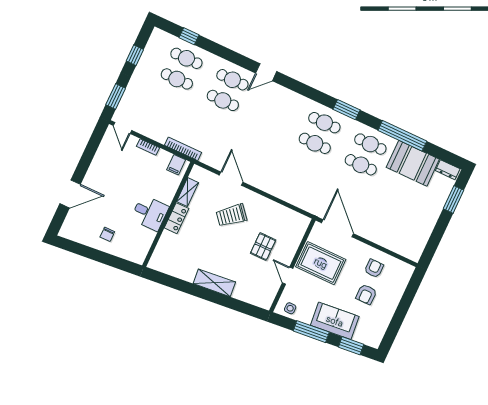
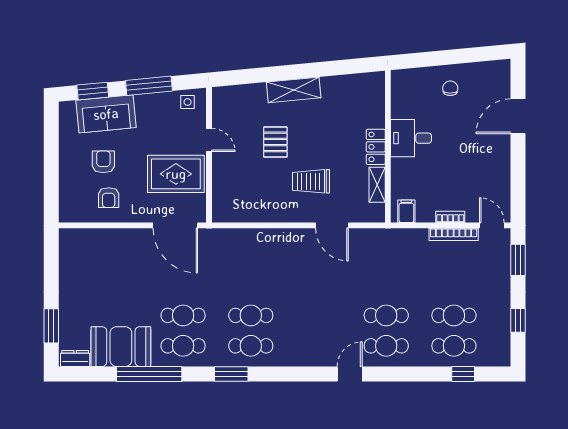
bookcase: (183, 149) -> (454, 234), moved
trolley: (231, 215) -> (311, 181), turned -140
pallet: (263, 247) -> (275, 142), moved
sofa: (335, 321) -> (106, 114), moved

